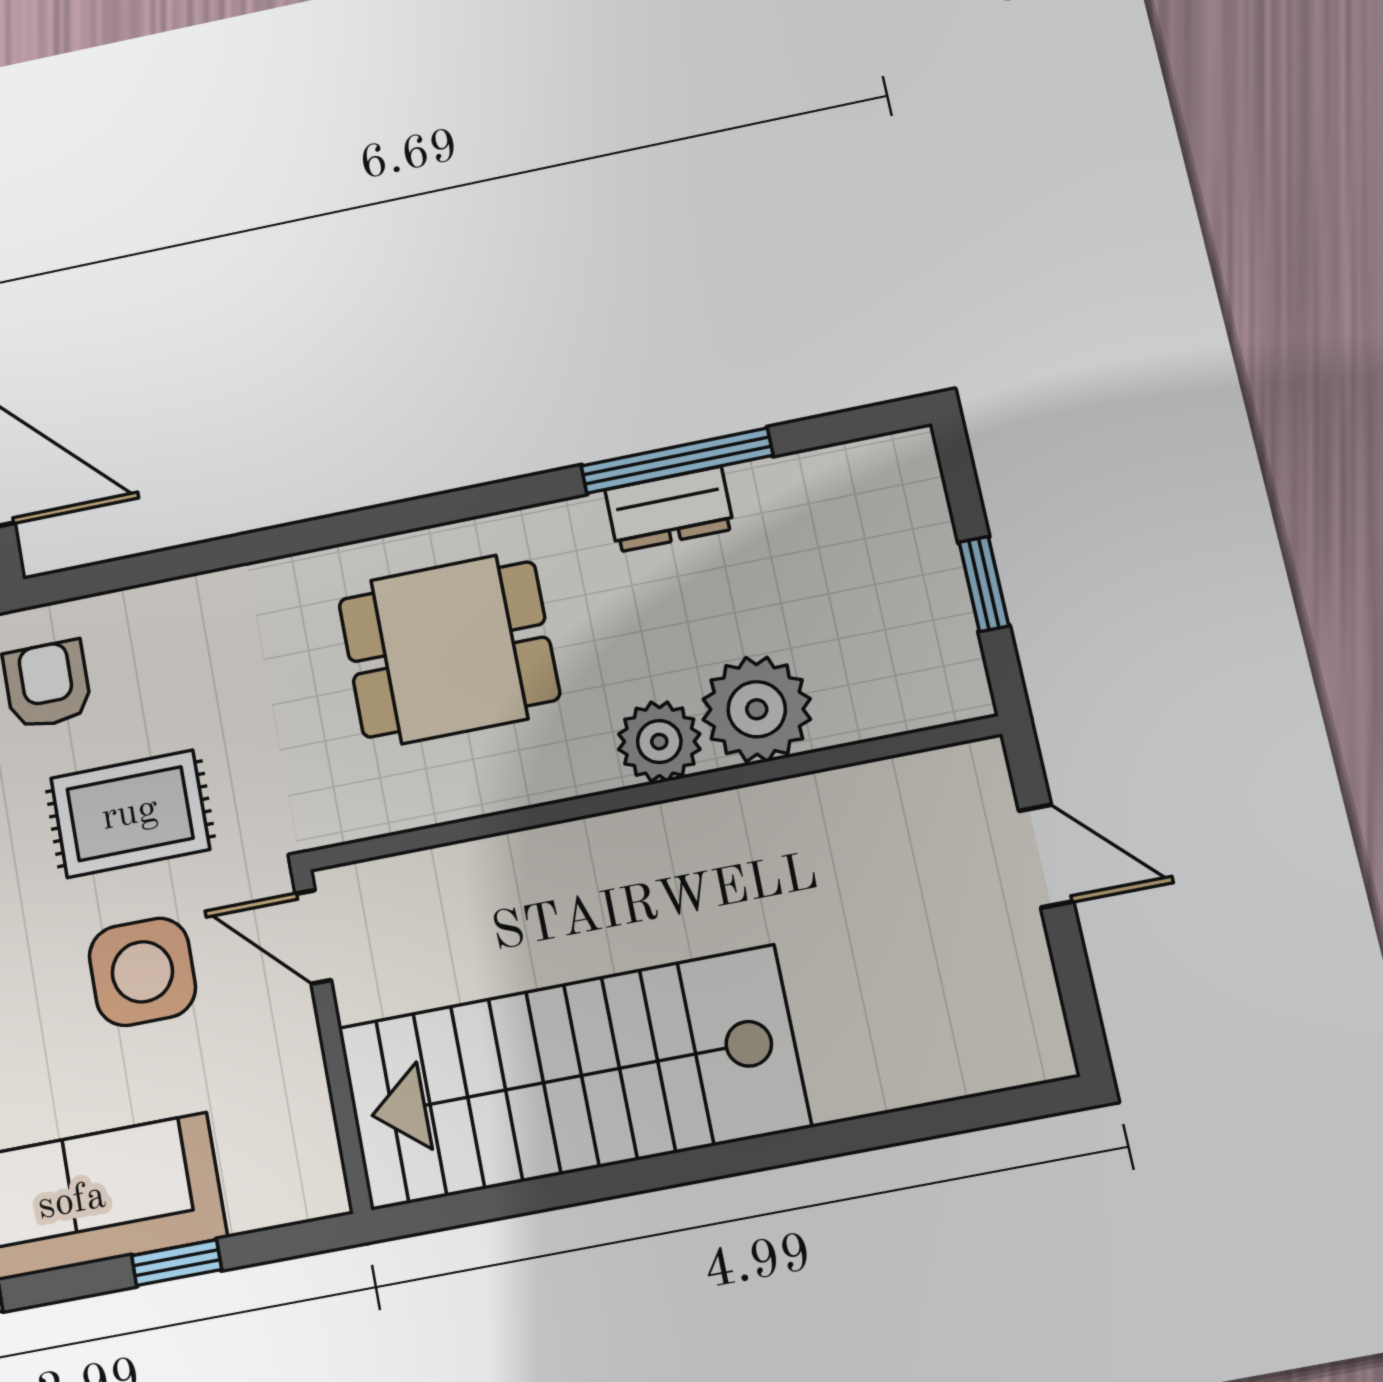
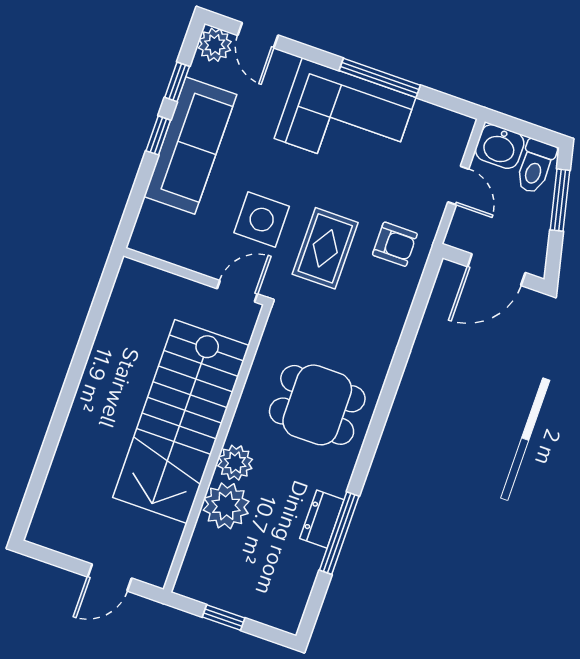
dining table: (449, 649) -> (317, 405), turned 90
stairs: (573, 1077) -> (181, 422), moved, turned 180
window: (177, 1263) -> (158, 135), moved

